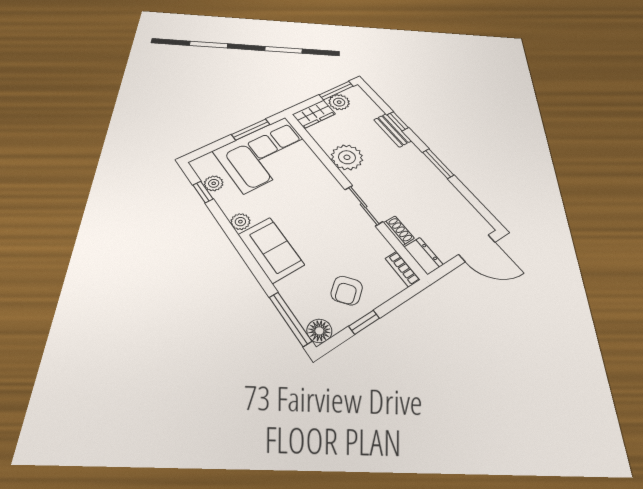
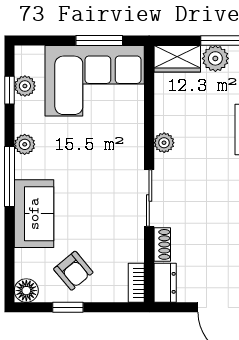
plant: (347, 157) -> (164, 143), width x0.53, depth x0.53
sofa: (271, 250) -> (34, 214), moved
armchair: (347, 290) -> (73, 271), turned -91
window: (290, 319) -> (10, 177), moved

